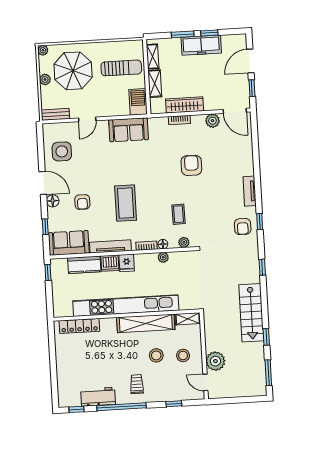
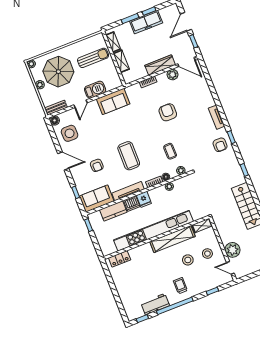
barbecue: (138, 102) -> (95, 90), moved, turned 90
wardrobe: (185, 105) -> (160, 65), moved
floor lamp: (53, 201) -> (55, 120), moved
locker: (79, 326) -> (120, 259), width x0.66

